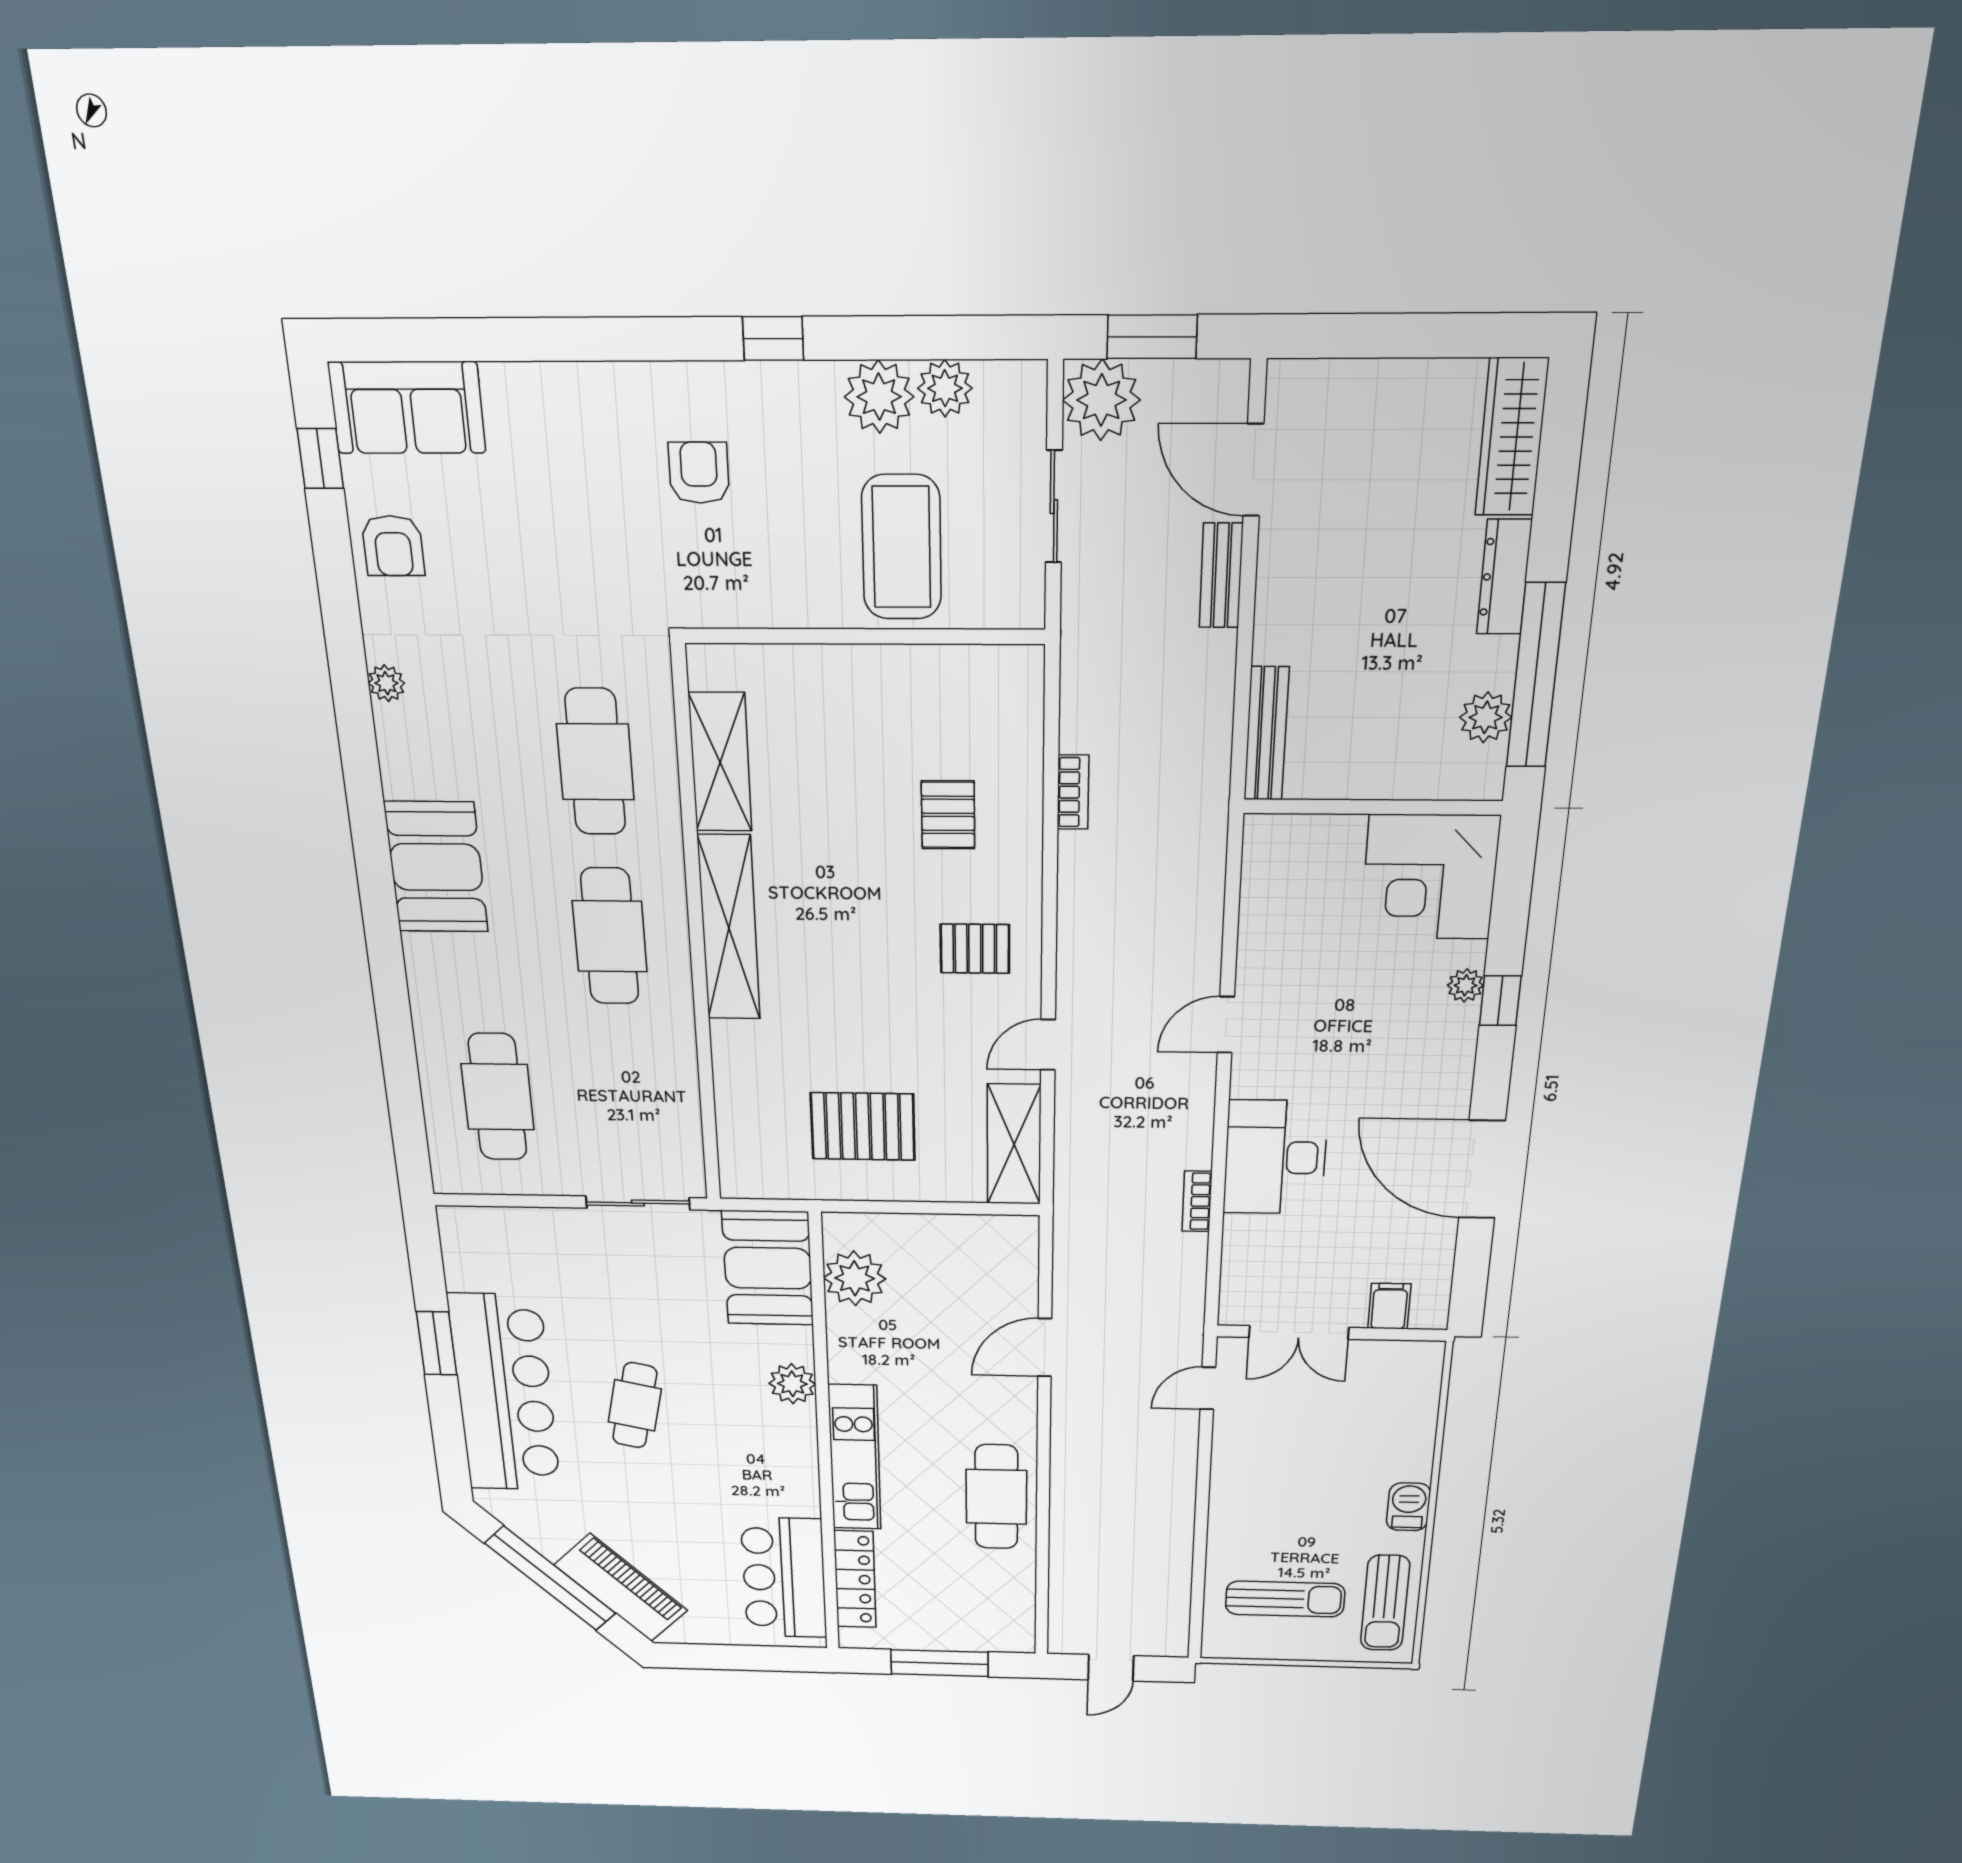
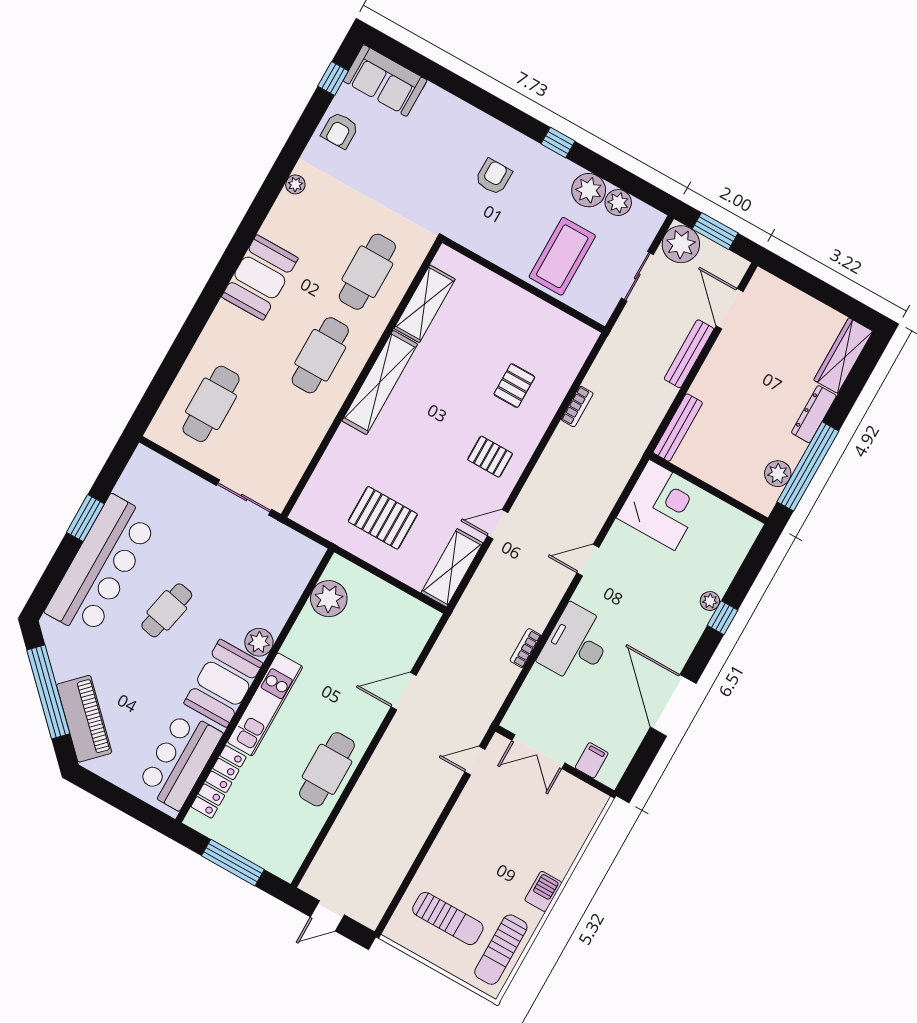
bench: (1221, 575) -> (689, 354), width x1.36
corner desk: (1430, 877) -> (662, 505), moved, turned 180
booth: (768, 1268) -> (223, 683), moved

